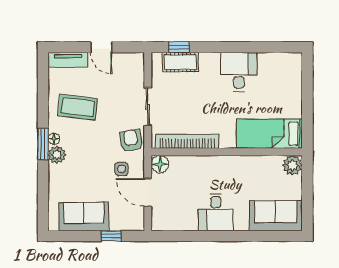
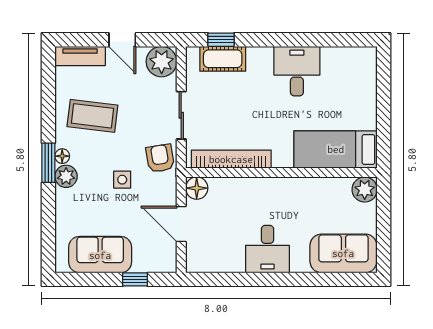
plant: (132, 64) -> (162, 62), added
side table: (122, 169) -> (122, 180), moved

